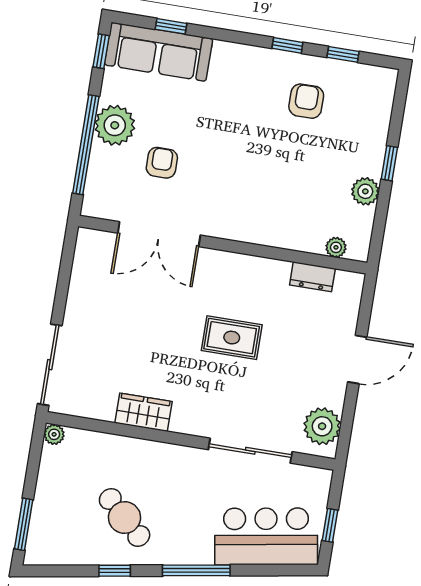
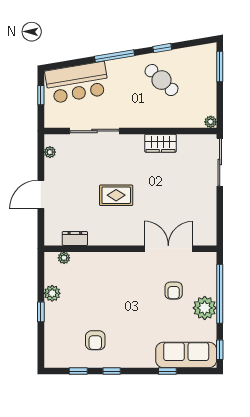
window: (171, 26) -> (167, 371), moved
plant: (322, 426) -> (50, 152), width x0.53, depth x0.53

